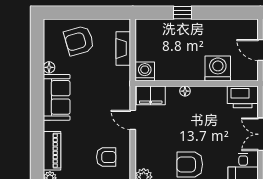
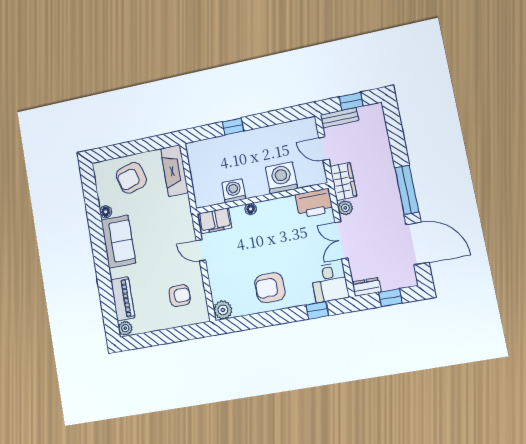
fireplace: (123, 48) -> (174, 171), width x1.37, depth x1.32
washing machine: (145, 72) -> (234, 191), moved

